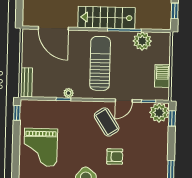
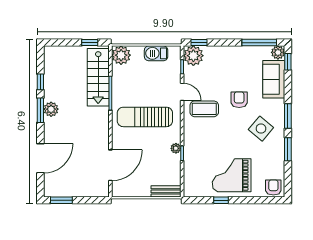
stairs: (107, 18) -> (98, 77), moved
plant: (142, 41) -> (121, 55), moved
window: (17, 113) -> (221, 200), moved
coffee table: (107, 122) -> (204, 109), turned 33
grand piano: (41, 147) -> (232, 175), turned 180

